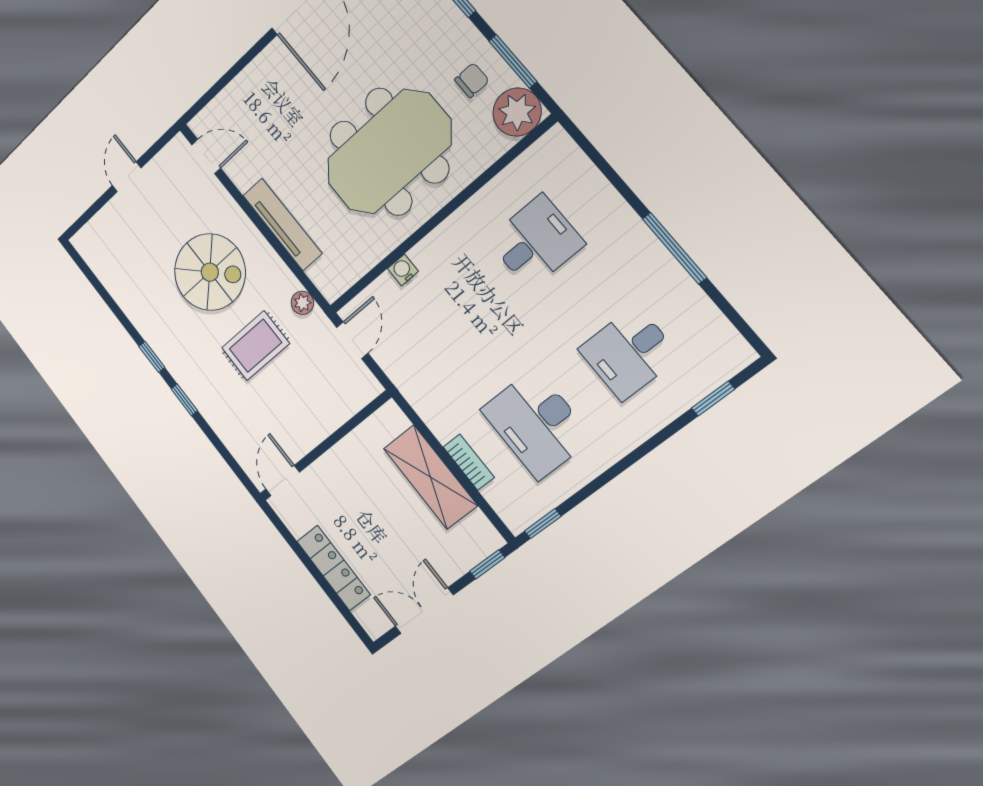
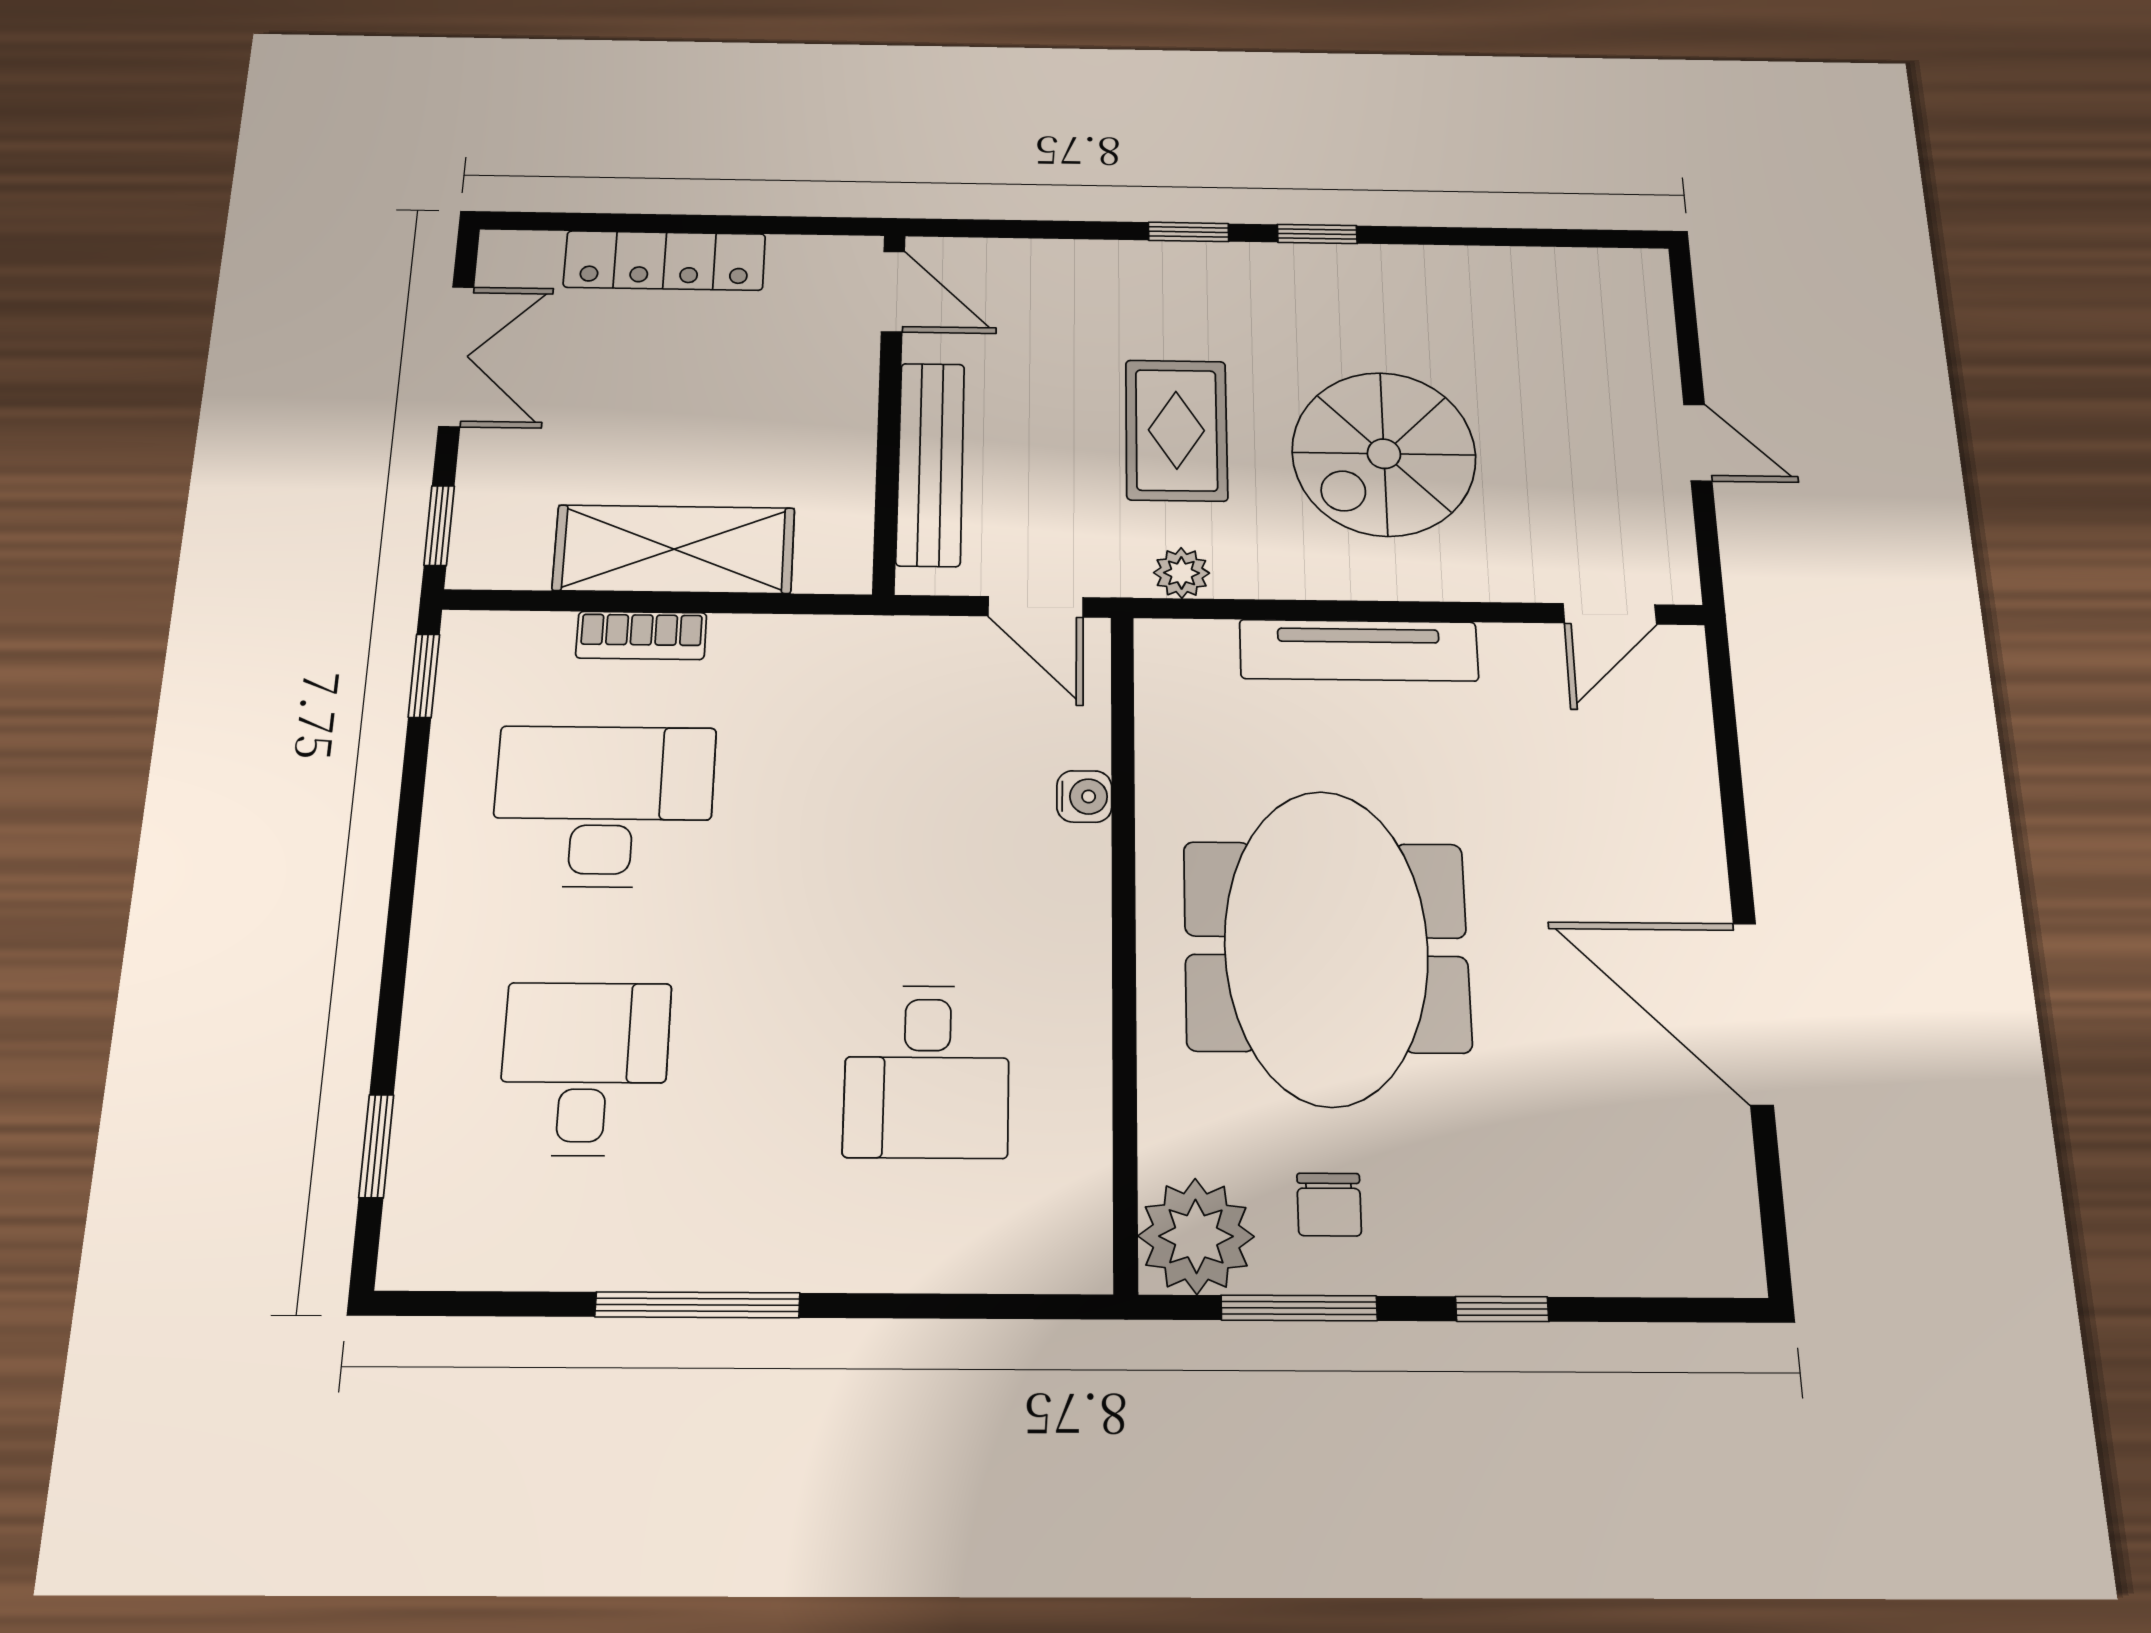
bench: (332, 417) -> (930, 464), added

